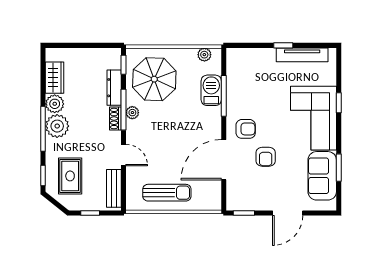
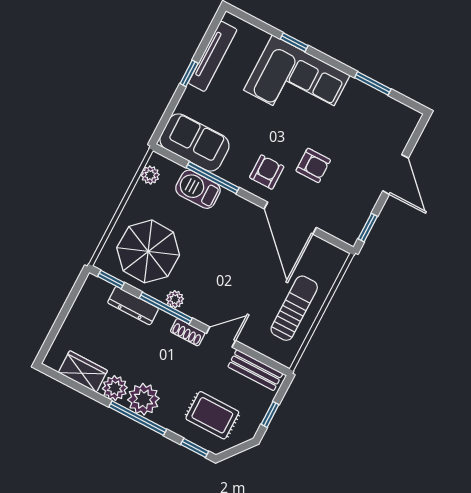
shoe rack: (115, 118) -> (188, 332), moved
sofa: (322, 176) -> (194, 142), moved, turned 180

